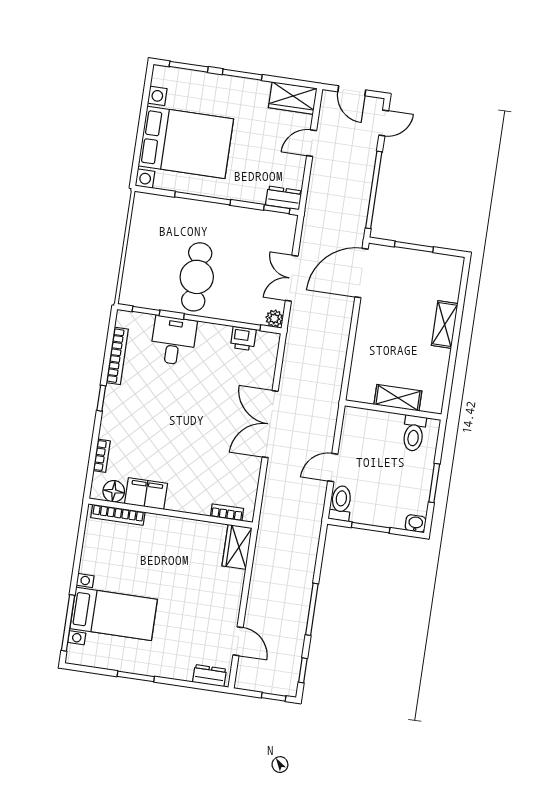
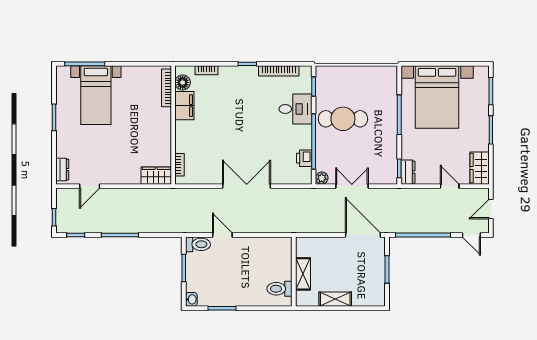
shelving: (398, 398) -> (303, 274), moved
wall: (393, 410) -> (294, 272), moved
toilet: (414, 433) -> (279, 289), moved

